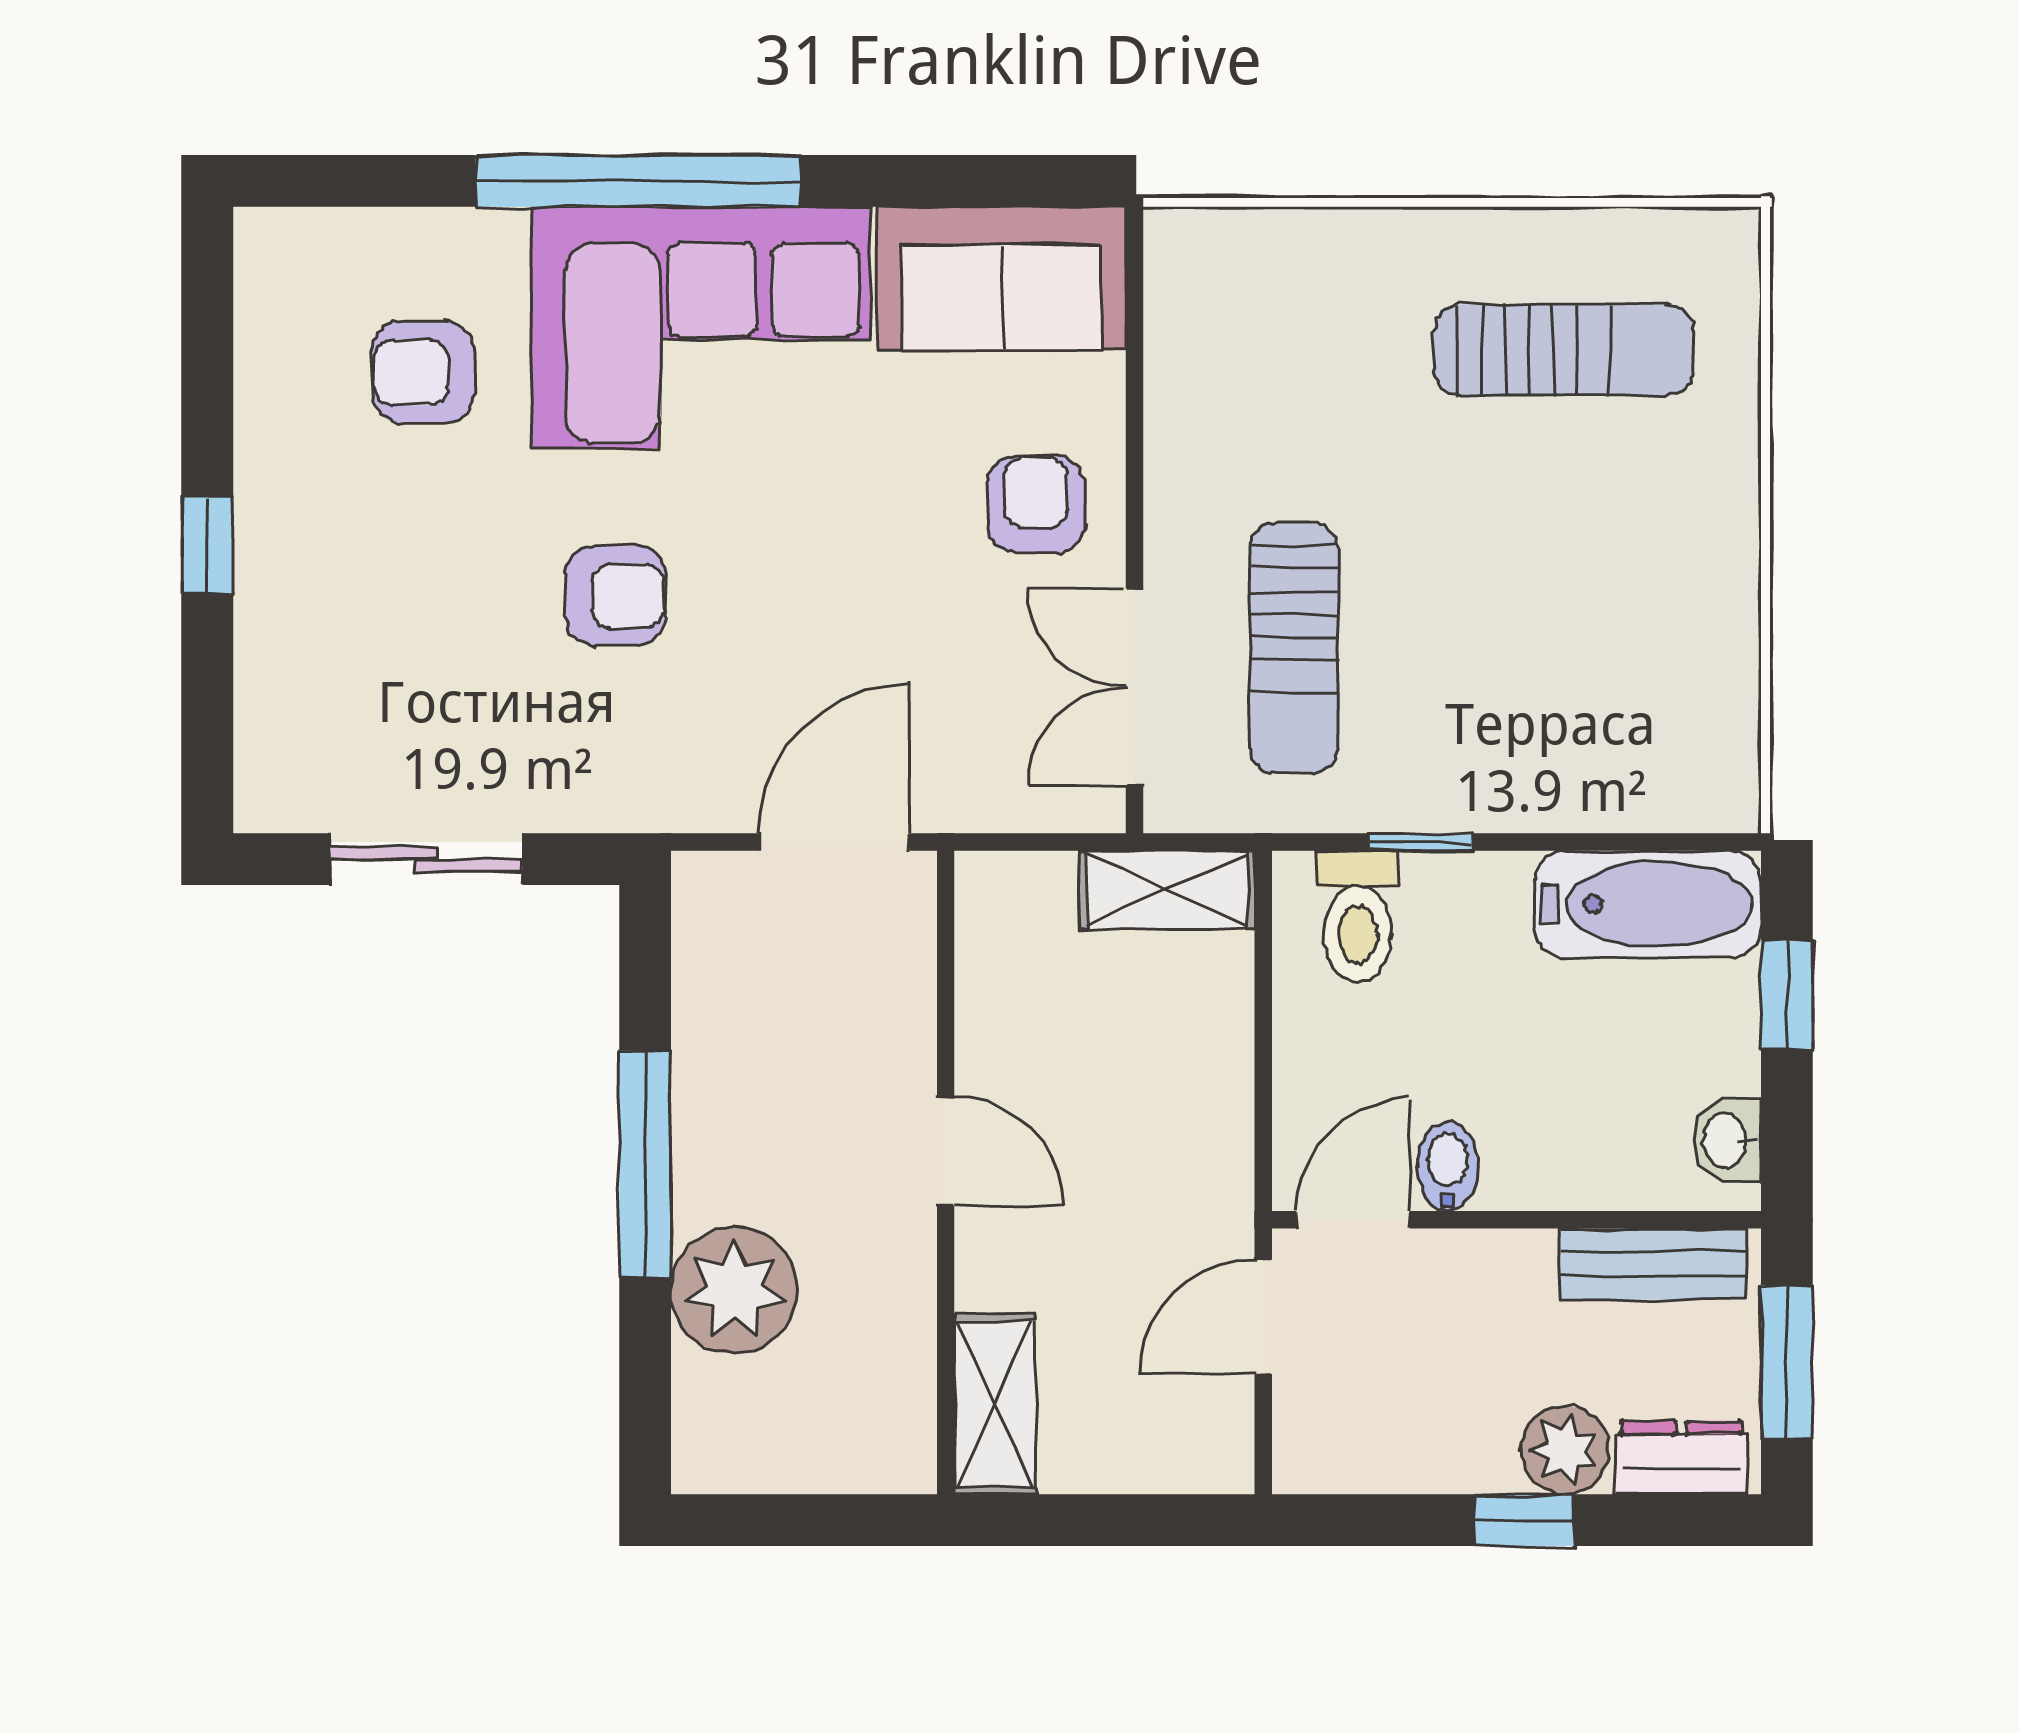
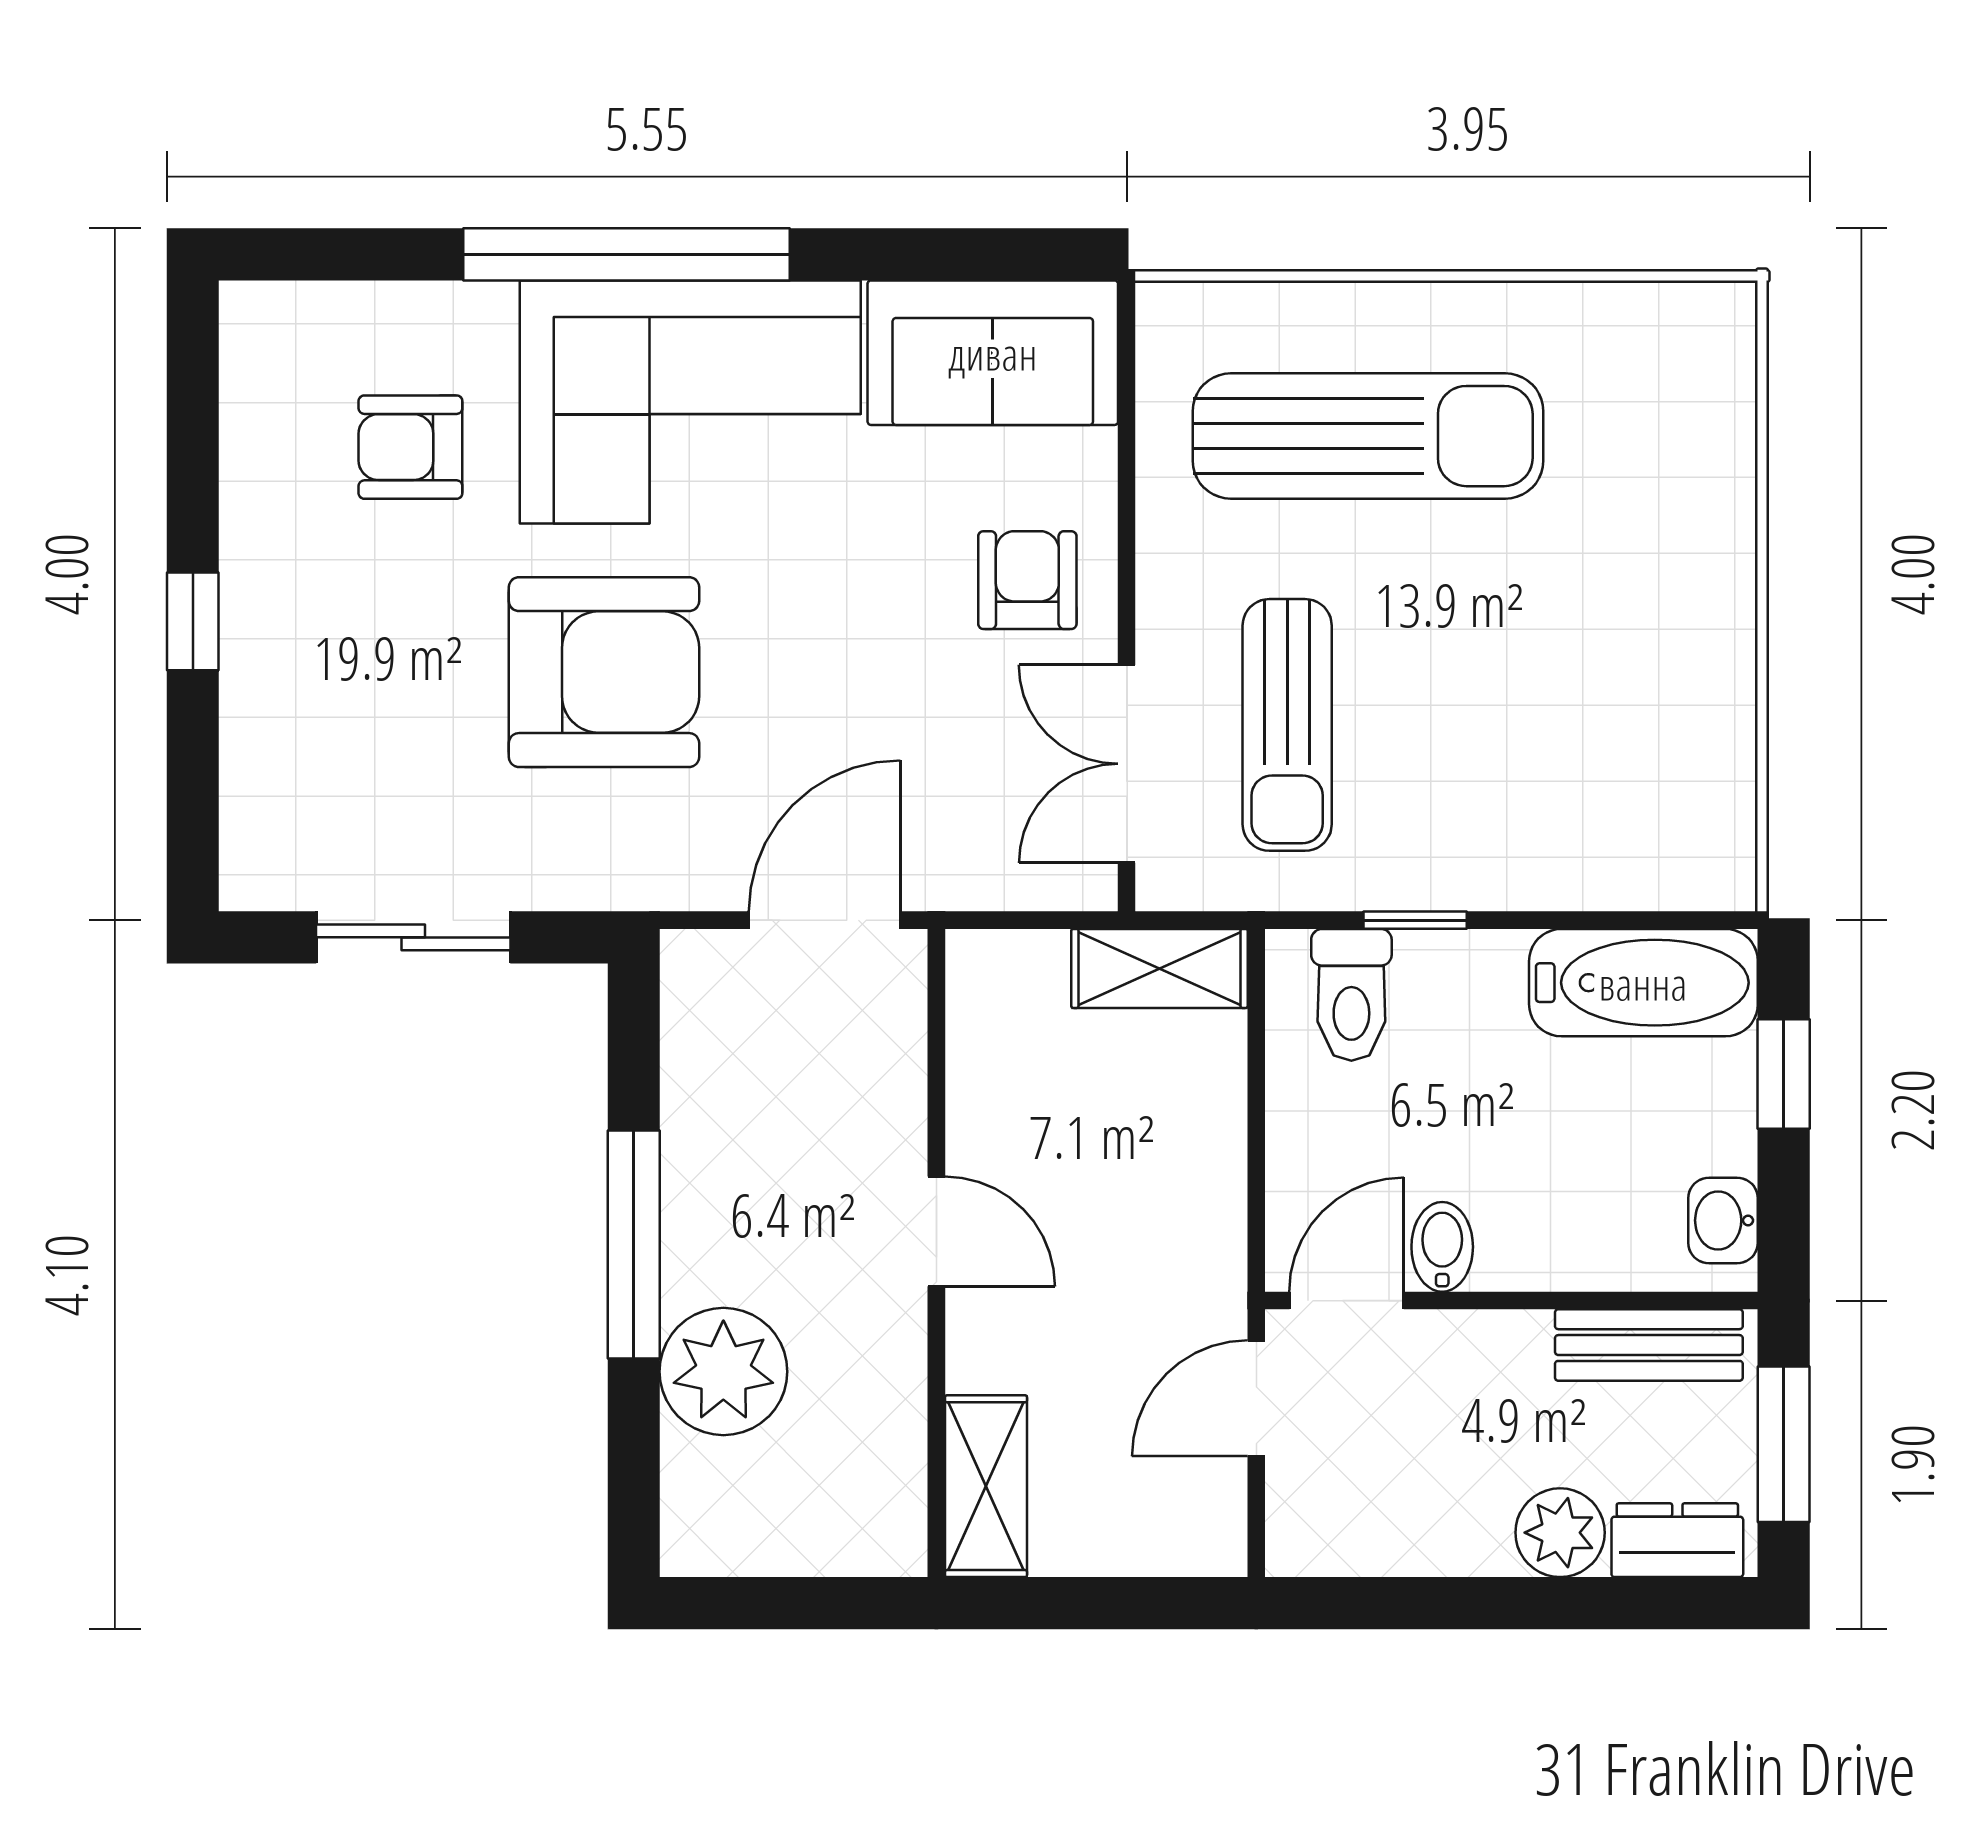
sun lounger: (1564, 350) -> (1368, 436), moved, width x1.36, depth x1.34
armchair: (616, 596) -> (604, 672), width x1.88, depth x1.88
window: (1524, 1520) -> (1519, 1603), removed

